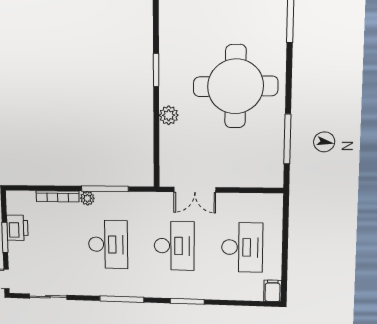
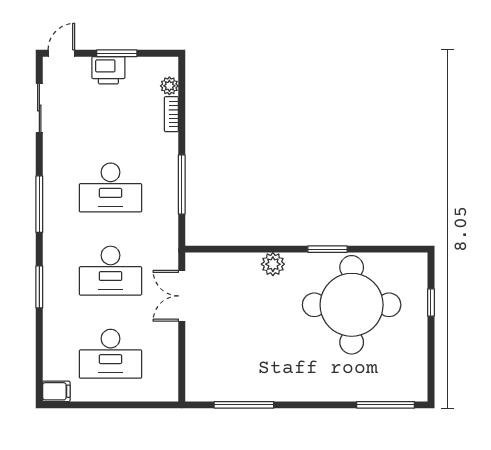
round table: (235, 86) -> (352, 305), moved
bookcase: (58, 196) -> (171, 114), width x0.64
plant: (87, 198) -> (169, 86), moved
printer: (17, 228) -> (108, 70), moved

